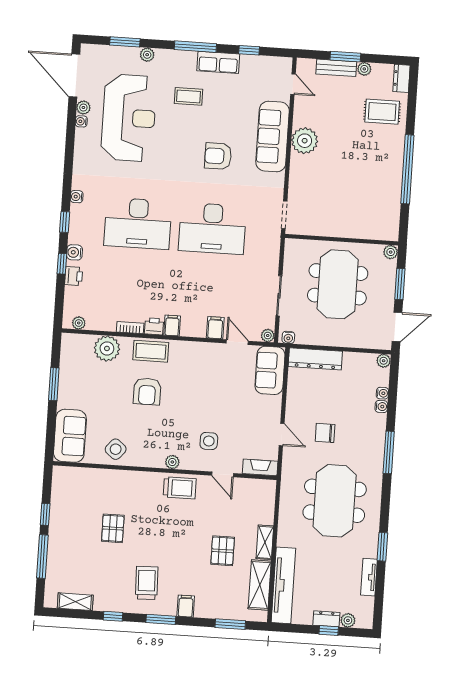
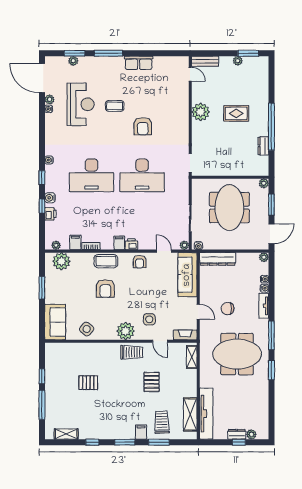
window: (195, 47) -> (108, 53), moved
window: (249, 50) -> (159, 53), removed
plant: (147, 55) -> (73, 61), moved
window: (345, 57) -> (248, 53), moved
bench: (336, 68) -> (205, 61), moved
dresser: (401, 78) -> (263, 146), moved
coffee table: (188, 96) -> (115, 106), moved
rug: (382, 112) -> (236, 113), moved
reception desk: (129, 118) -> (81, 104), width x0.74, depth x0.77
sofa: (273, 136) -> (179, 111), removed
armchair: (218, 156) -> (143, 126), turned -90
printer: (154, 326) -> (131, 244), moved
filing cabinet: (215, 328) -> (75, 242), moved
plant: (107, 348) -> (61, 261), moved
armchair: (200, 355) -> (140, 262), added
sofa: (270, 370) -> (187, 275), width x1.36
window: (389, 452) -> (271, 335), moved
plant: (172, 462) -> (126, 331), width x1.88, depth x1.88
meeting table: (335, 501) -> (237, 354), turned 90
pallet: (113, 528) -> (88, 383), turned 90
shelving: (265, 542) -> (192, 357), moved
window: (382, 547) -> (271, 370), moved
pallet: (223, 551) -> (152, 382), moved
tv unit: (369, 577) -> (264, 306), moved
trolley: (147, 583) -> (162, 422), moved
window: (230, 624) -> (159, 442), moved

